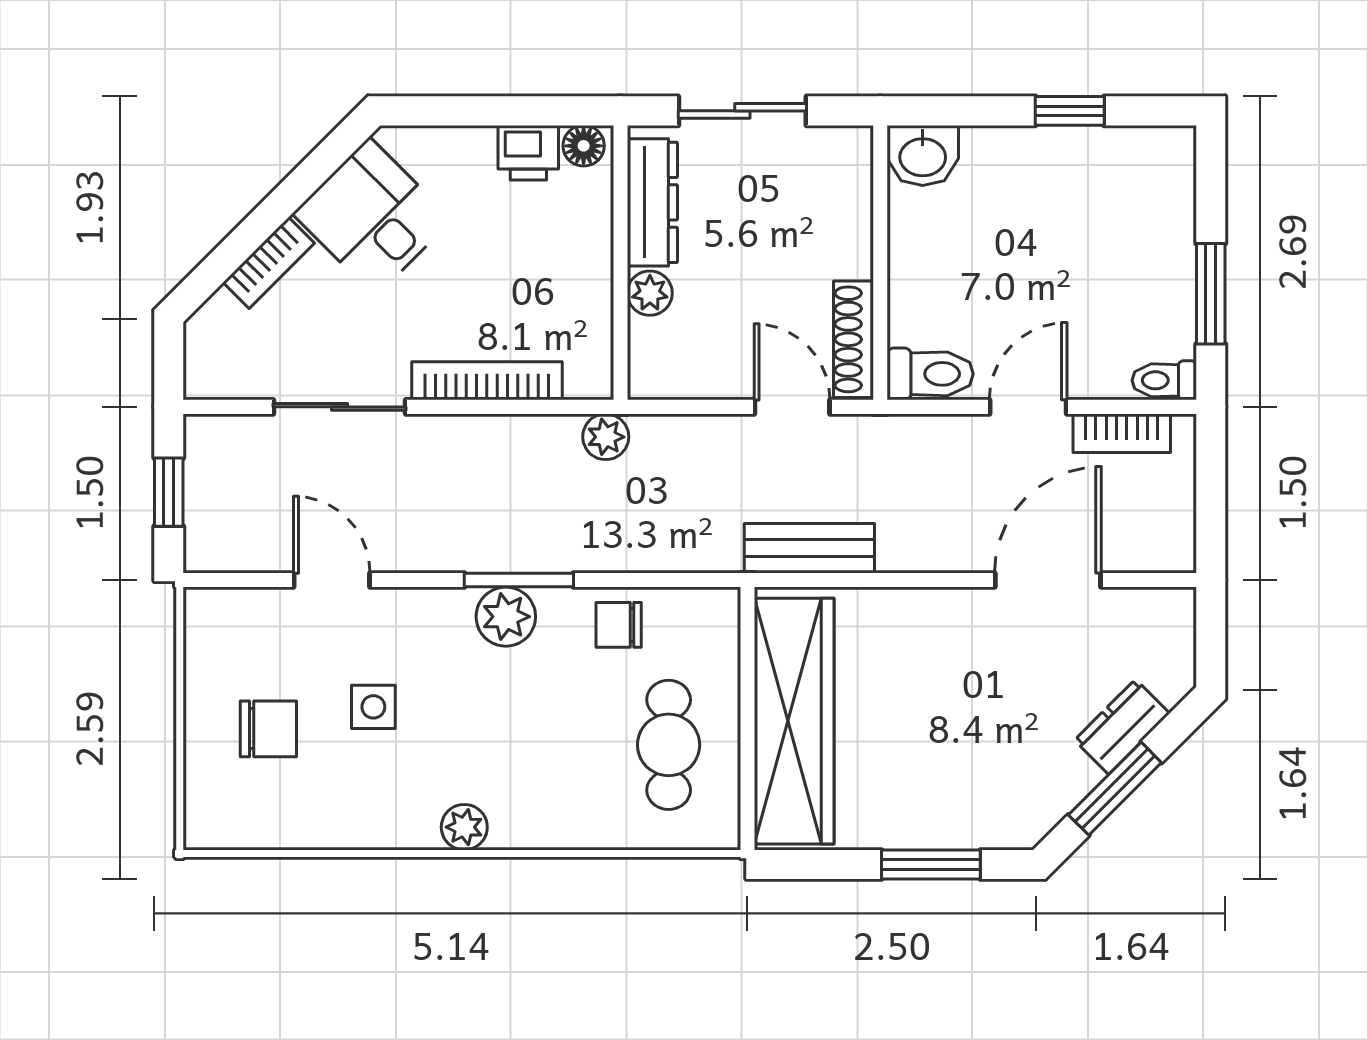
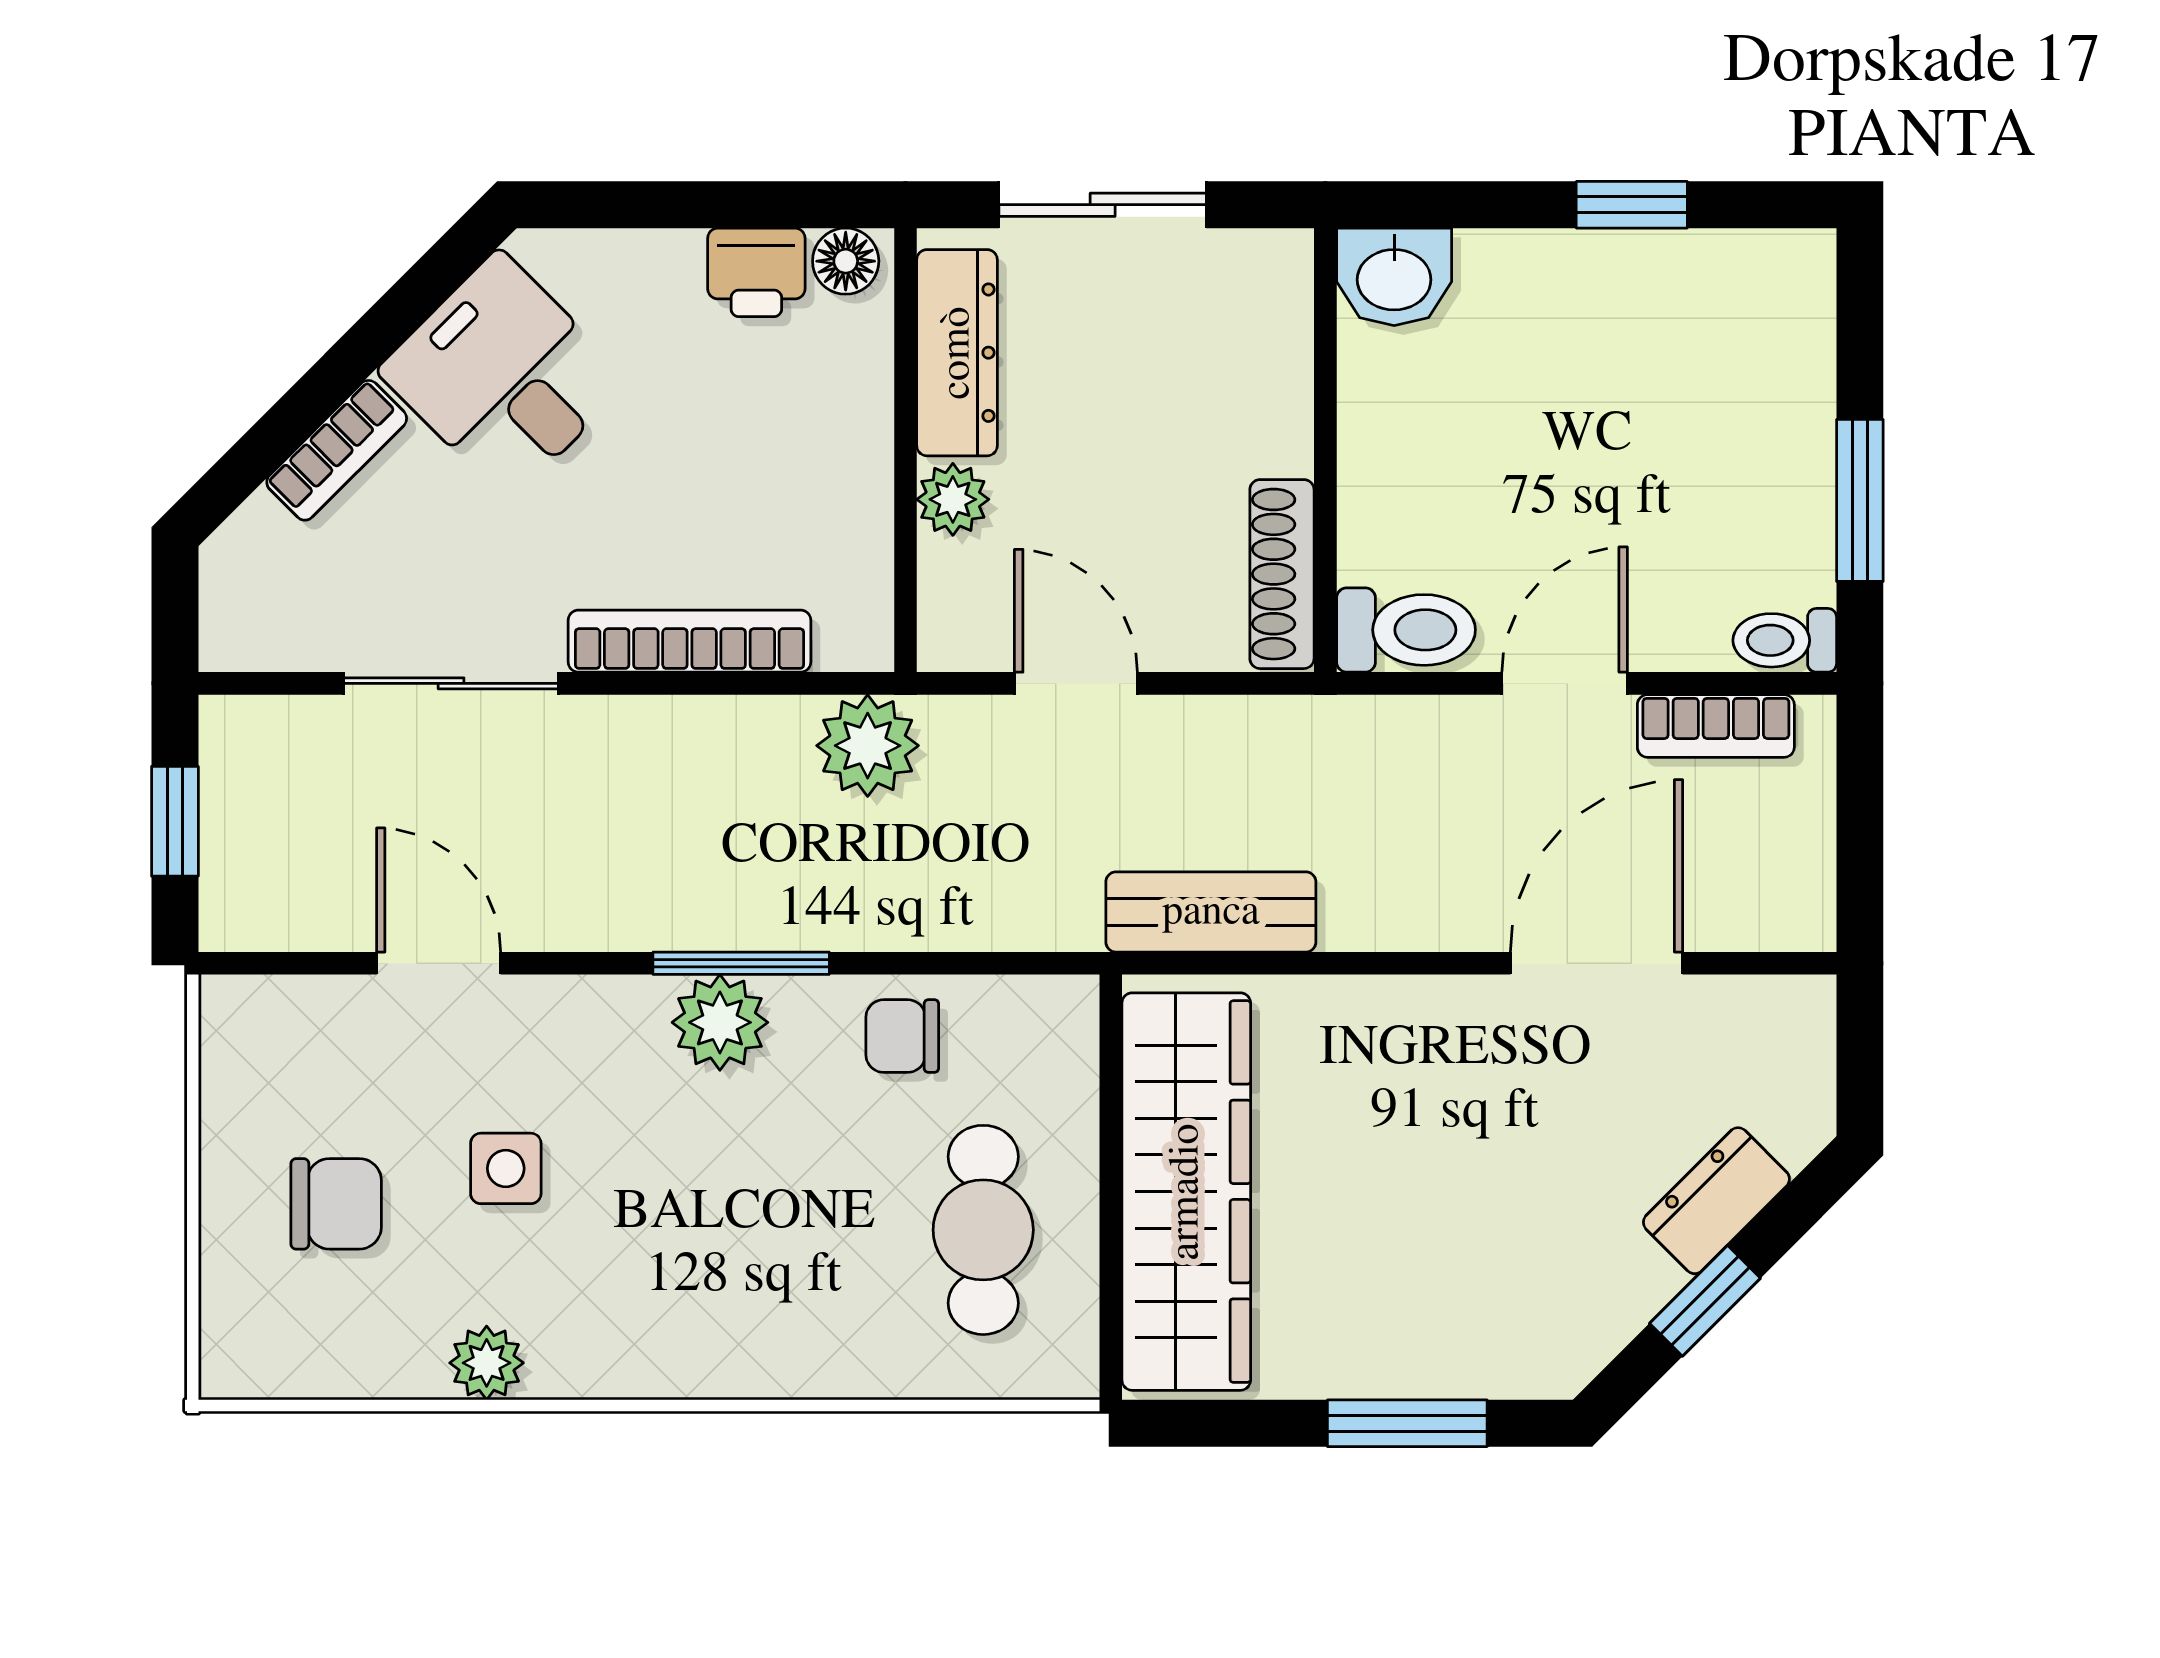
door: (792, 407) -> (1076, 683), moved
plant: (606, 437) -> (868, 746), width x1.38, depth x1.38
window: (1115, 789) -> (1705, 1301), width x0.67
plant: (464, 827) -> (487, 1363), moved

